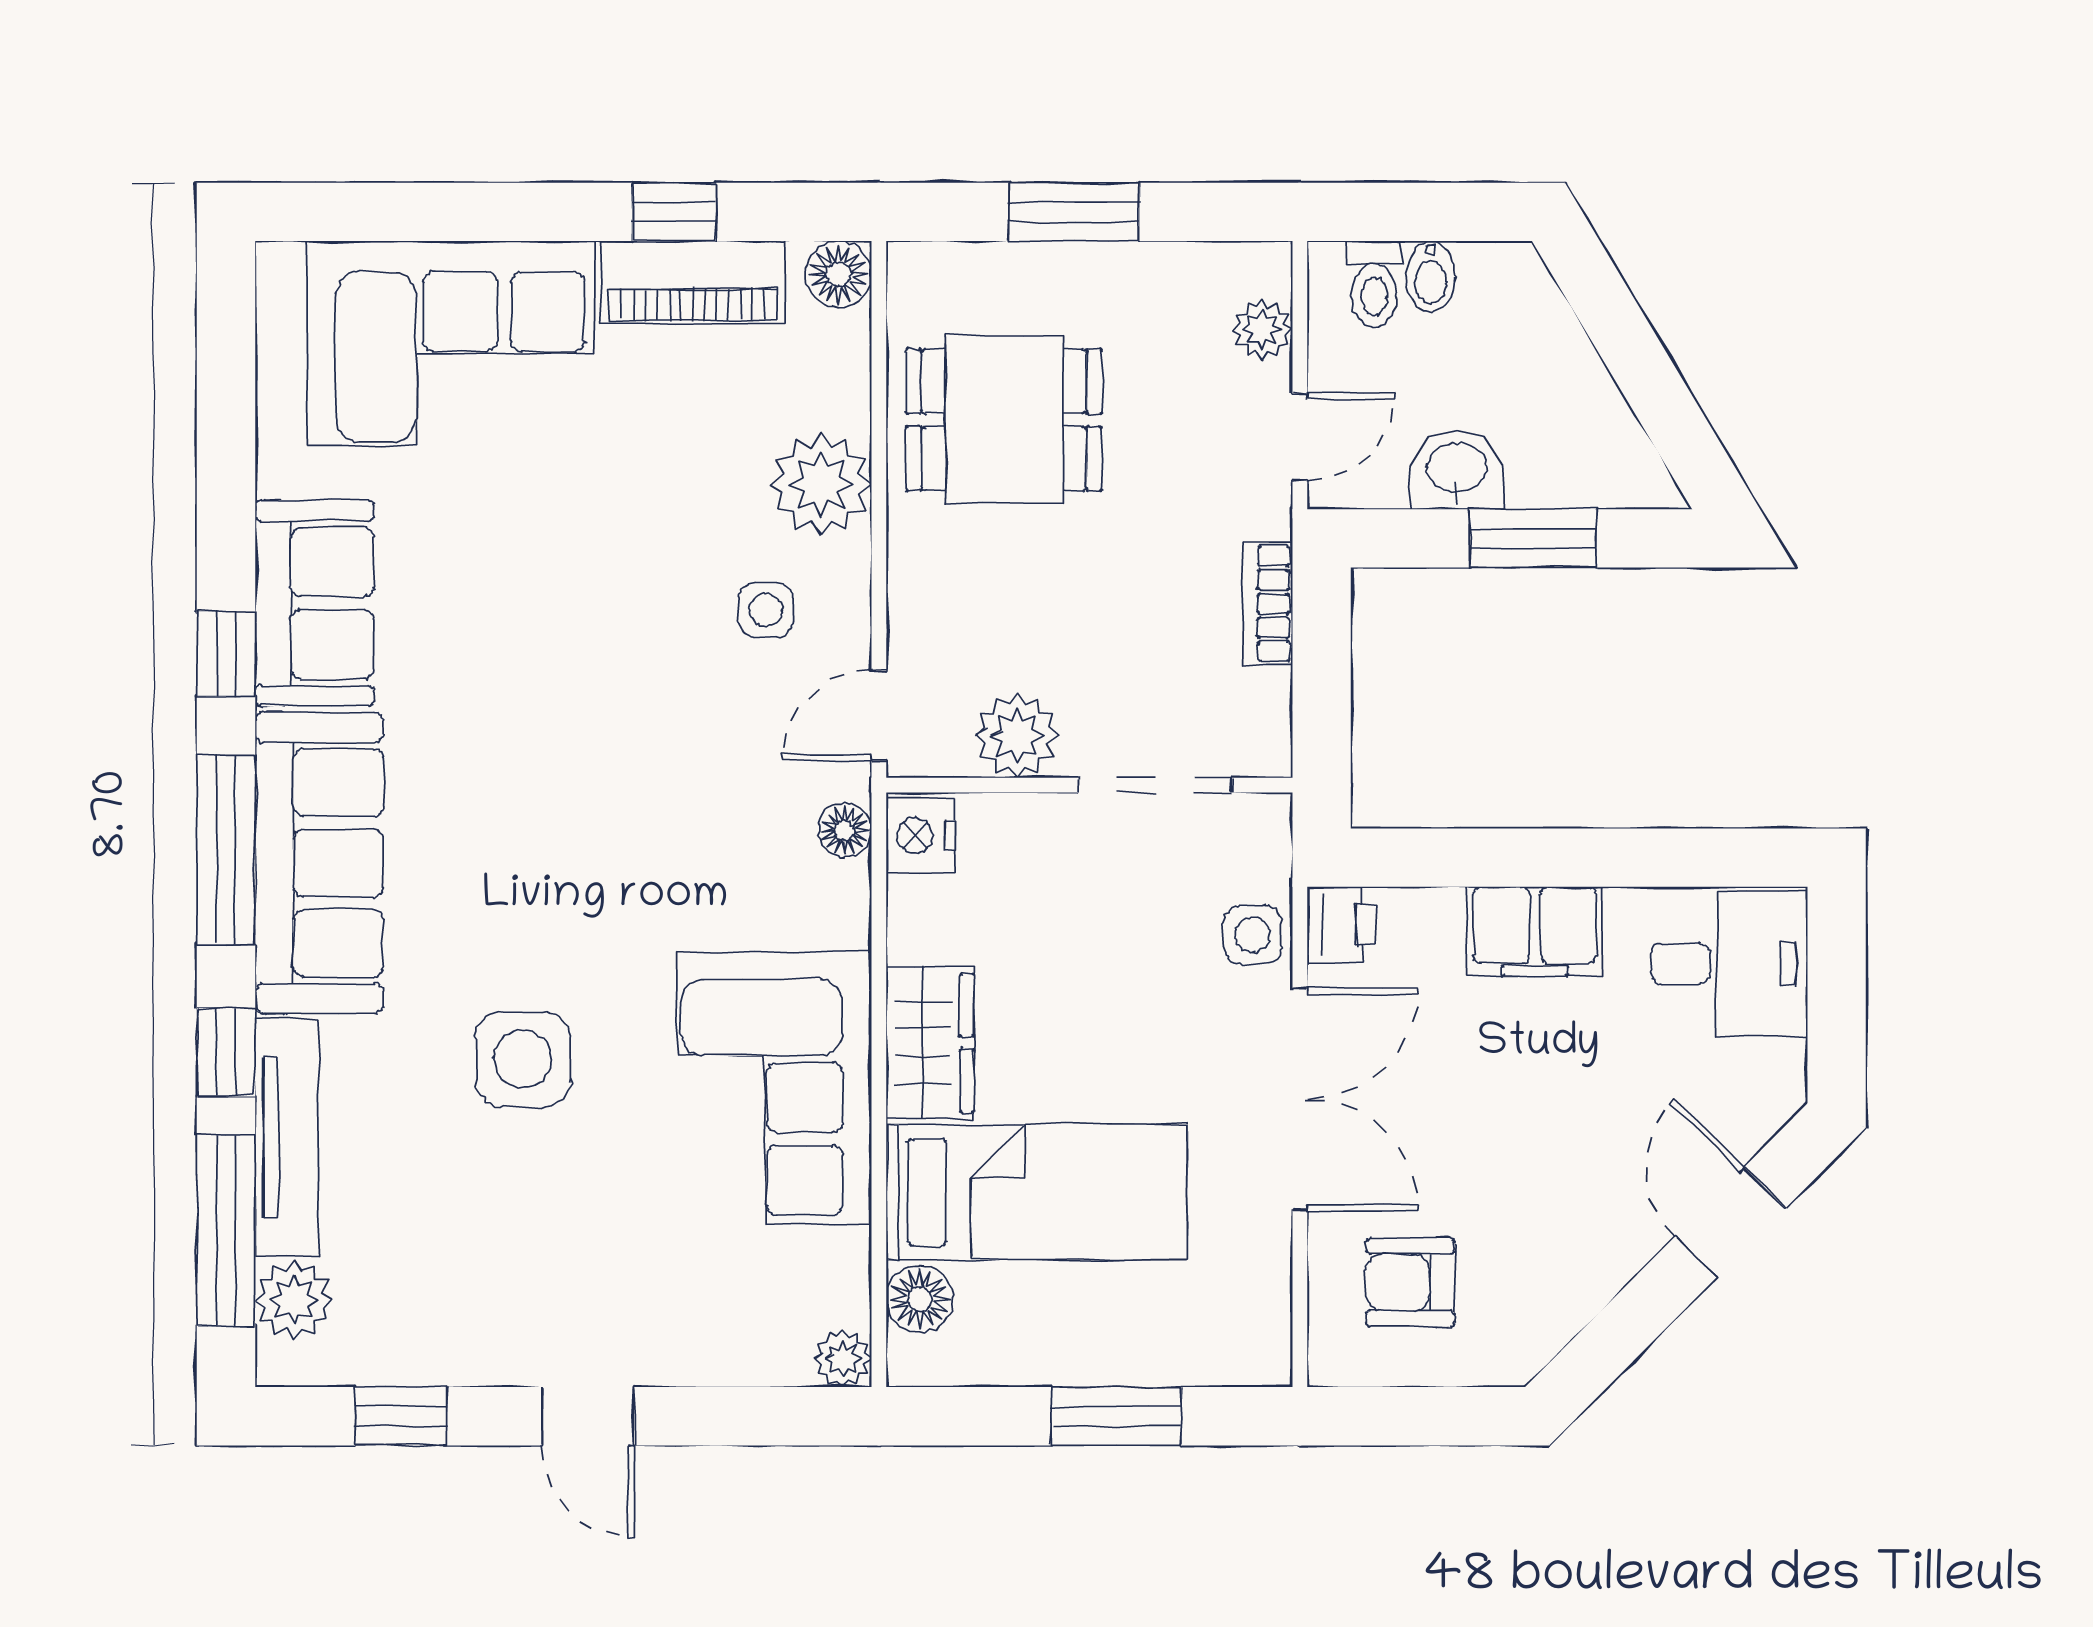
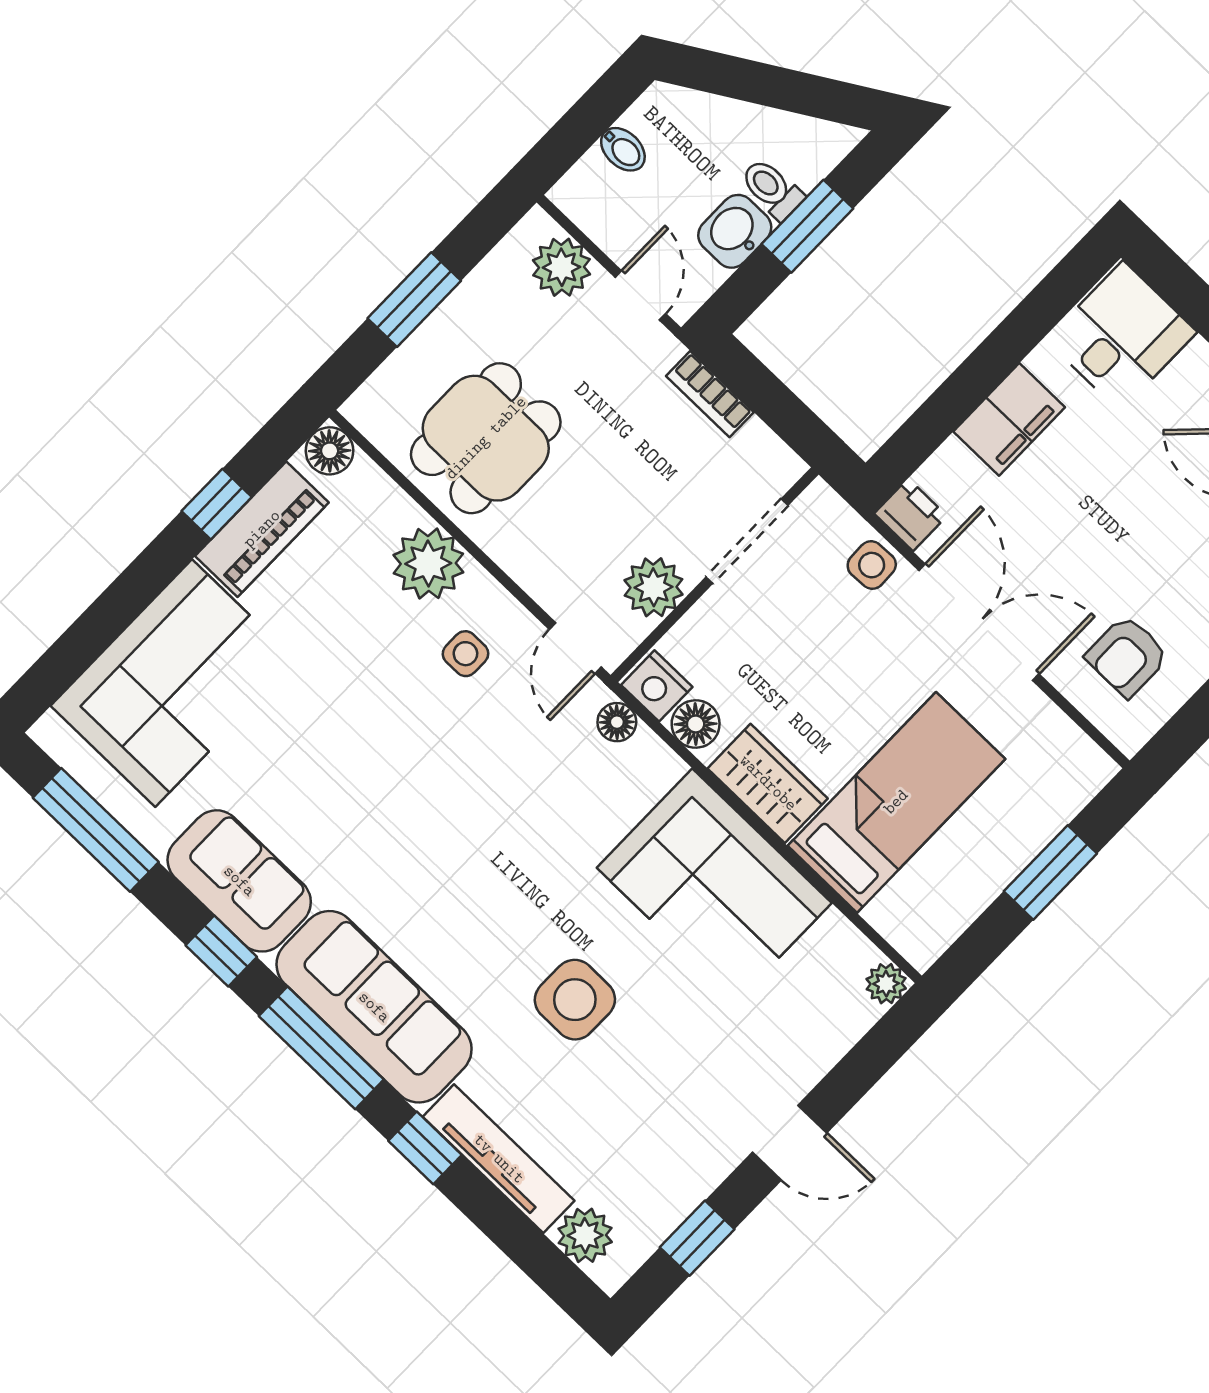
toilet: (1374, 284) -> (772, 189), moved, turned 180
plant: (1262, 329) -> (561, 267), width x1.38, depth x1.38
window: (226, 1230) -> (96, 830), moved
floor lamp: (920, 1299) -> (696, 724), moved

